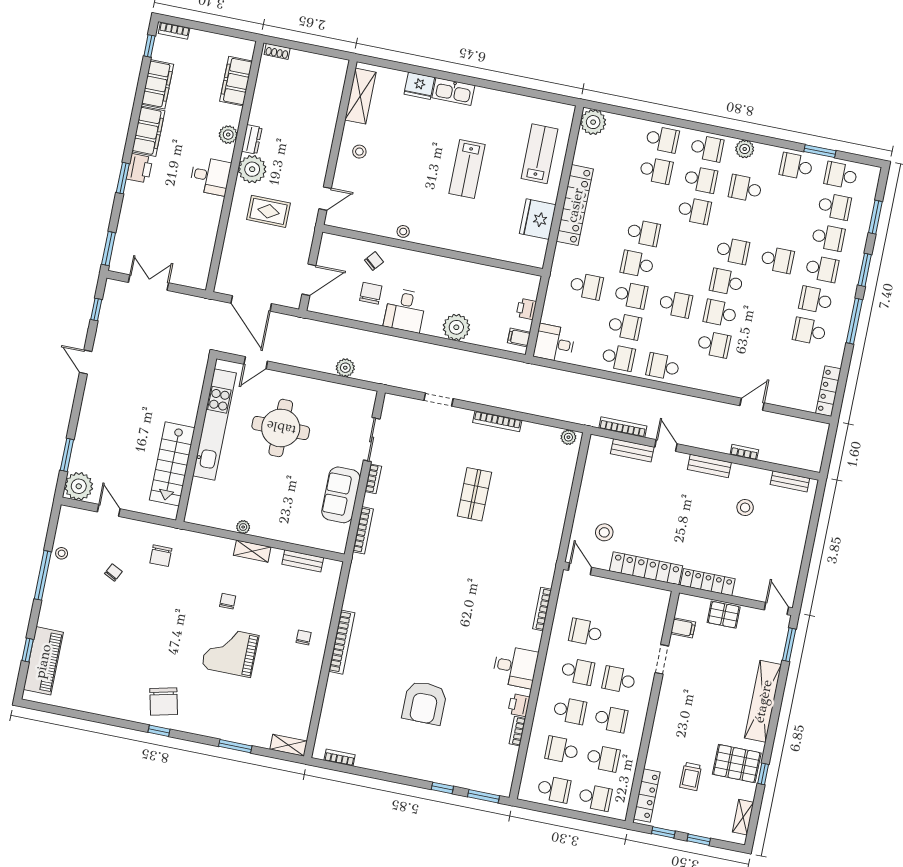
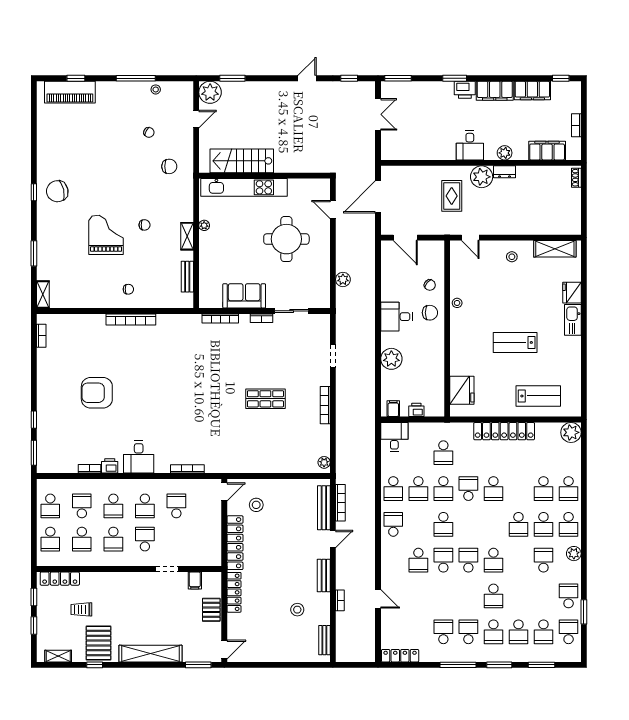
bookcase: (174, 31) -> (576, 125), moved
fridge: (538, 219) -> (462, 390), moved, turned 90
chair: (371, 293) -> (430, 313), moved
kitchen unit: (214, 424) -> (244, 187), moved
bench: (632, 450) -> (324, 508), width x1.36
chair: (161, 556) -> (169, 166), turned 180

